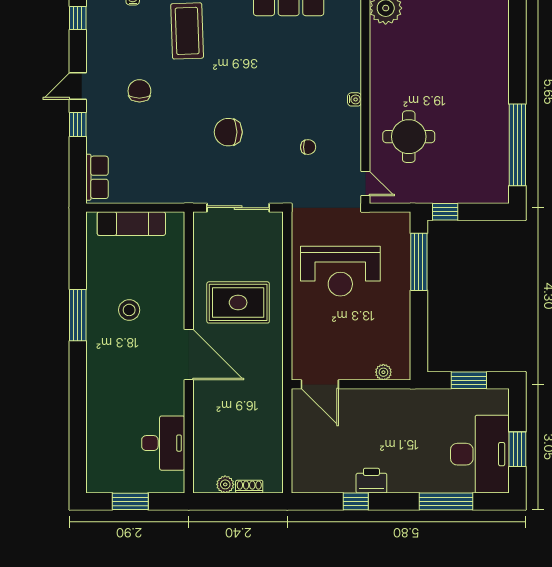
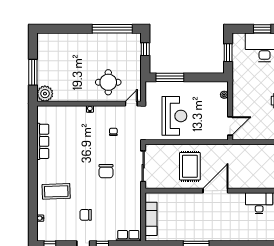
window: (445, 212) -> (145, 49), moved
stool: (129, 310) -> (194, 220), removed

